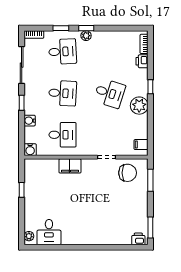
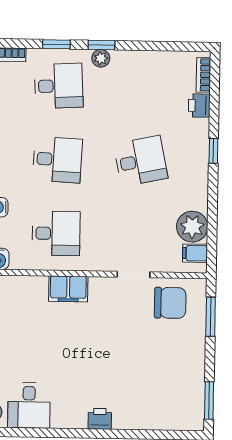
desk: (110, 93) -> (141, 161), turned -30
plant: (139, 106) -> (192, 227), moved
printer: (138, 239) -> (100, 419), moved

